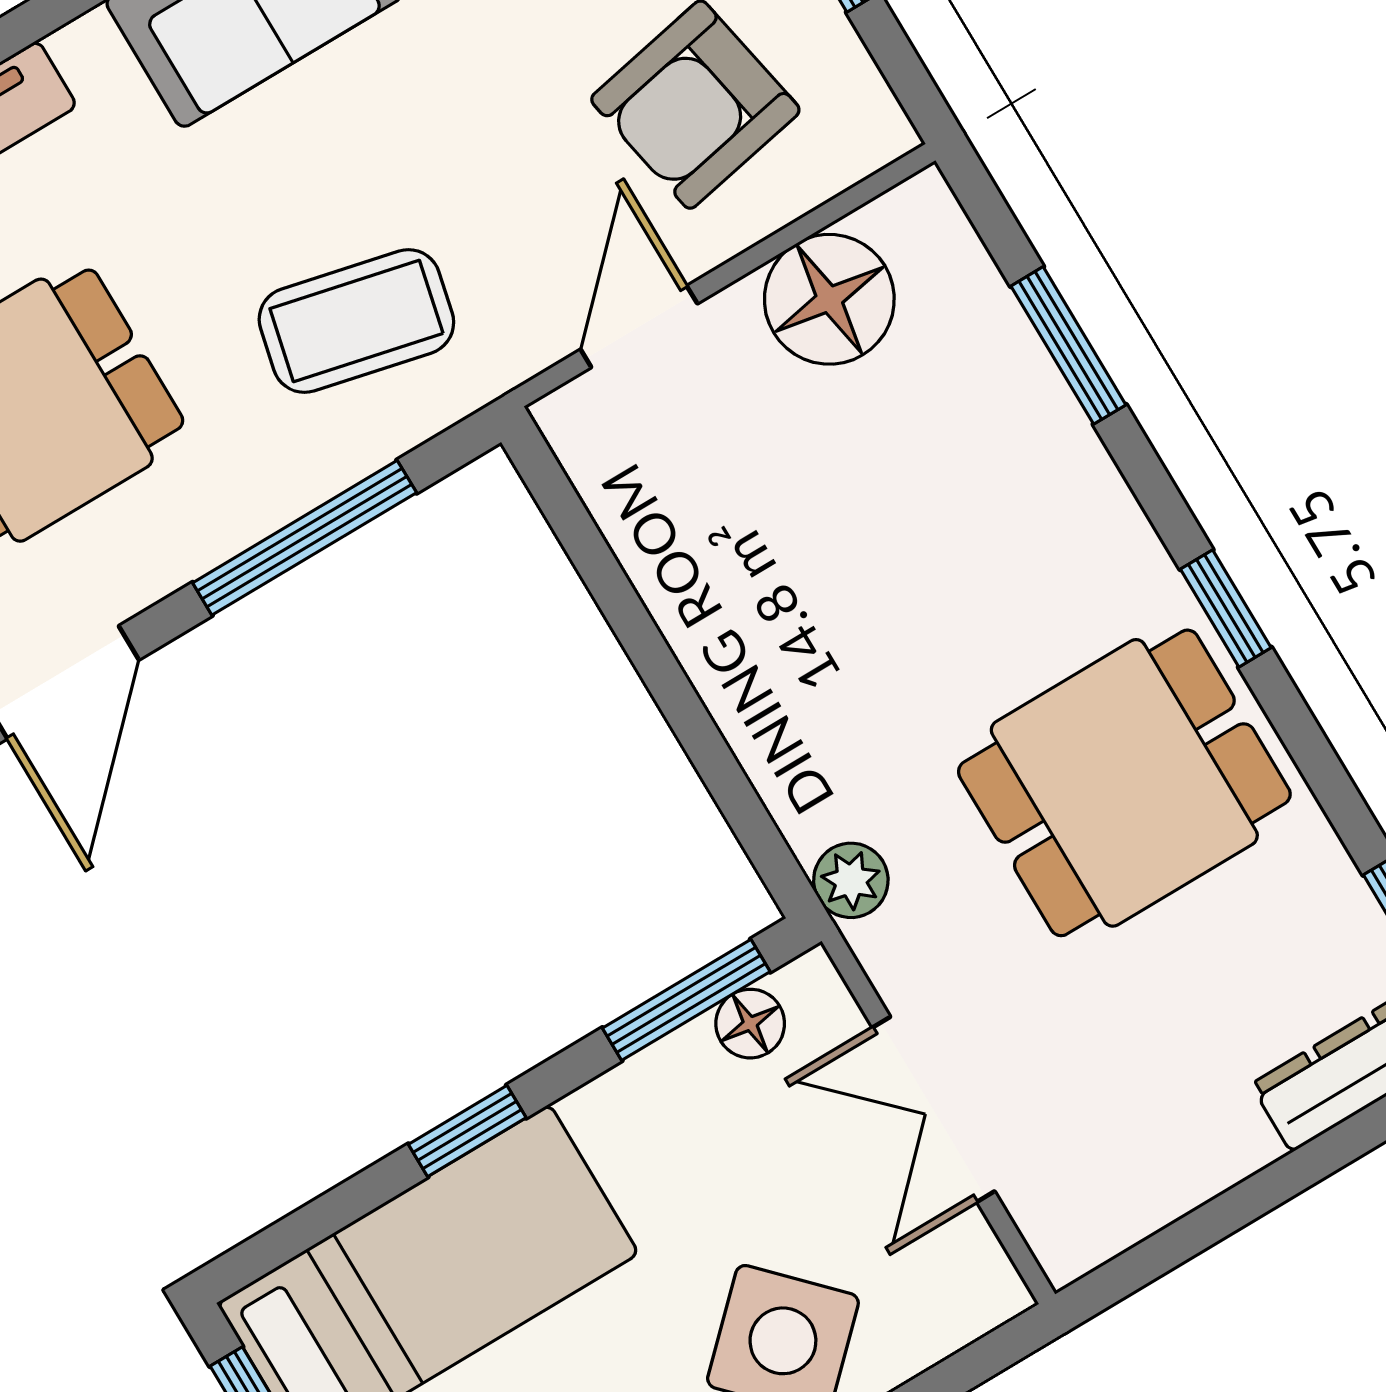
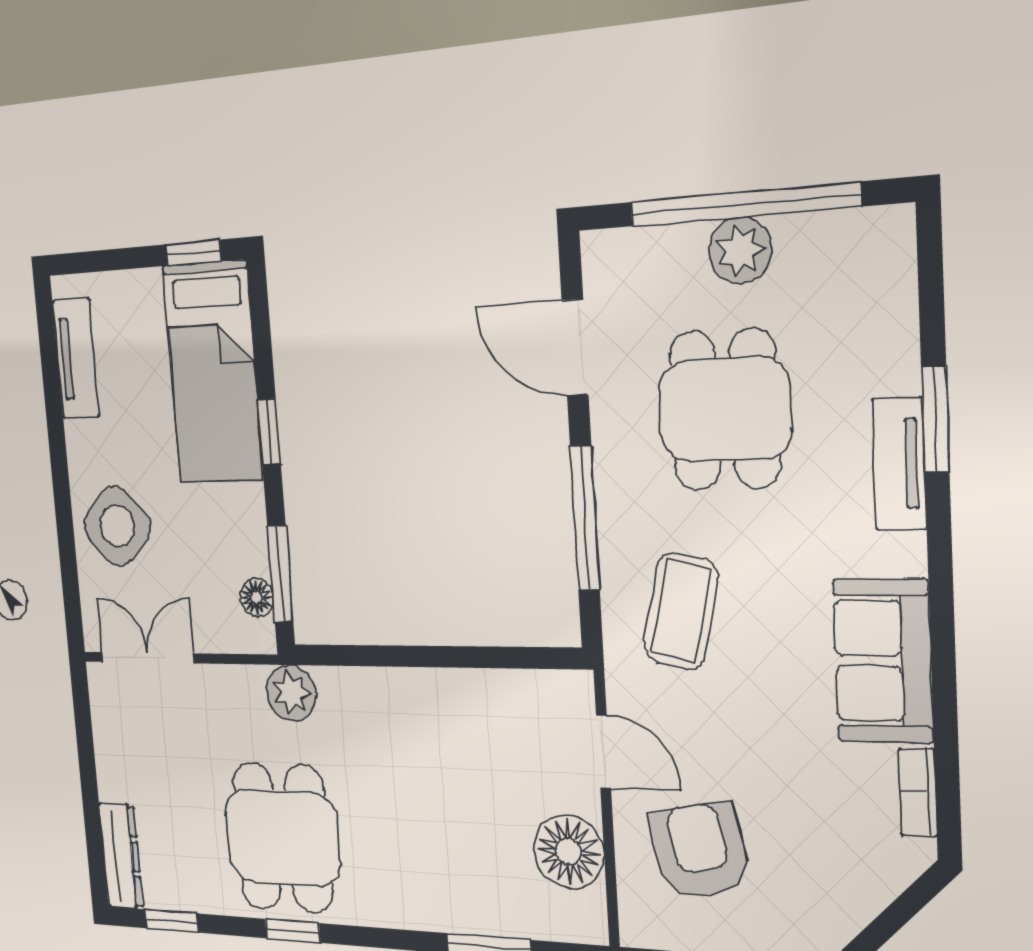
window: (1226, 608) -> (293, 931), moved
plant: (851, 880) -> (292, 693), width x1.38, depth x1.38
double door: (934, 1109) -> (148, 658), moved

